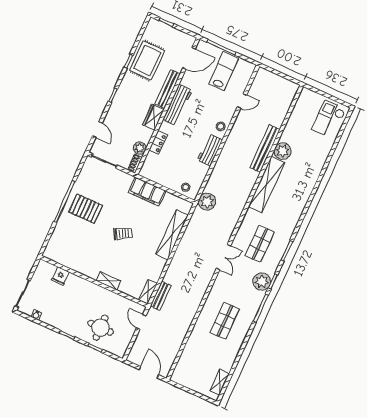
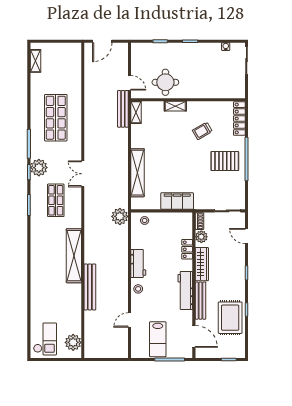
door: (189, 58) -> (194, 336), swing flipped
wardrobe: (153, 117) -> (202, 264), width x1.50
plant: (283, 151) -> (73, 342), moved
trolley: (123, 234) -> (202, 131), moved
locker: (54, 242) -> (239, 119), added
fridge: (60, 276) -> (220, 91), removed
bench: (161, 296) -> (123, 109), width x1.36
shop shelf: (225, 321) -> (56, 118), width x1.43, depth x1.36
round table: (101, 328) -> (165, 82), moved
door: (149, 372) -> (102, 41), hinge flipped

